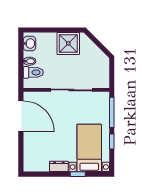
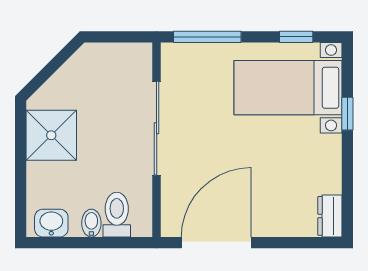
window: (112, 141) -> (296, 37), moved
dresser: (59, 166) -> (330, 216), moved

